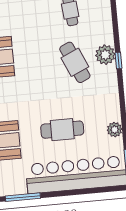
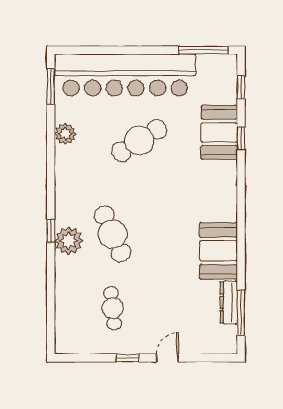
cafe table: (62, 130) -> (139, 141), turned -32

